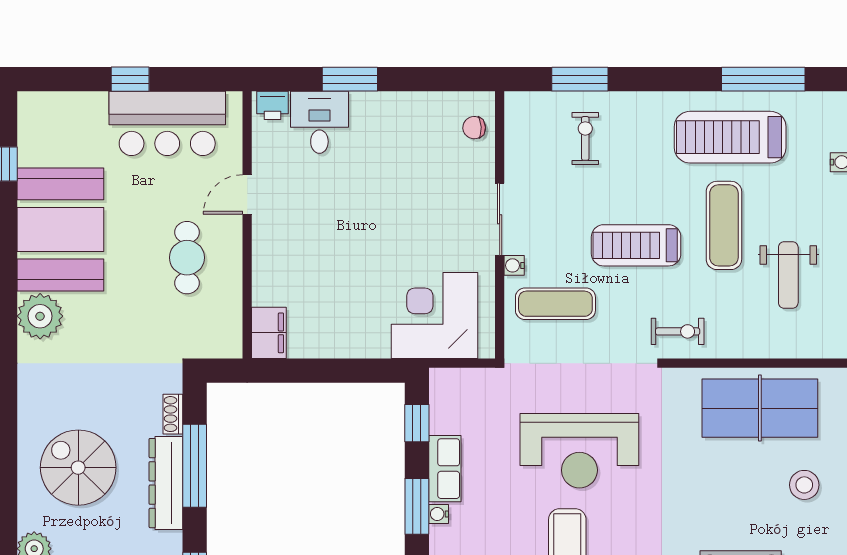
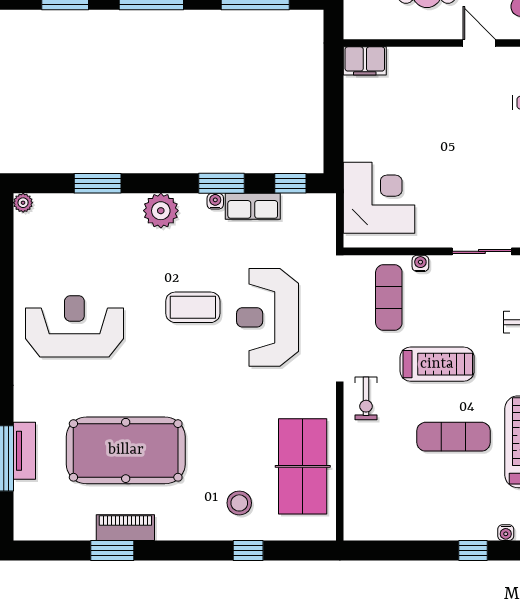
sliding door: (500, 219) -> (482, 251), moved
treadmill: (636, 245) -> (437, 364), turned 90
weight bench: (788, 275) -> (413, 490), removed

